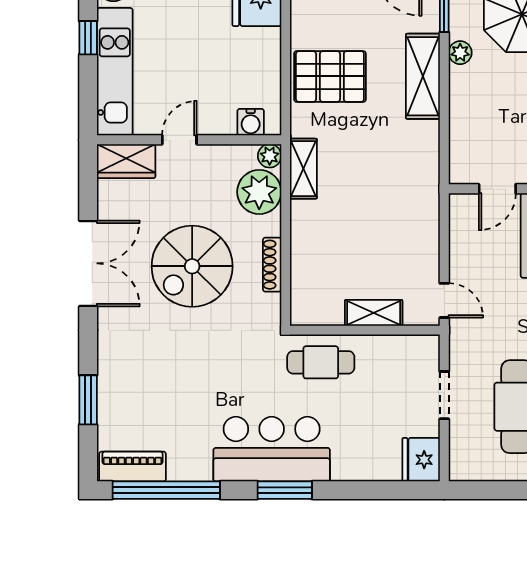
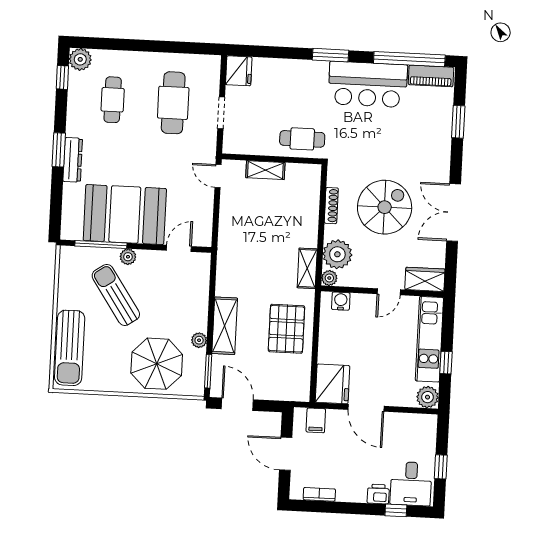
pallet: (330, 76) -> (286, 329), turned 90
bar counter: (272, 449) -> (368, 84), moved

